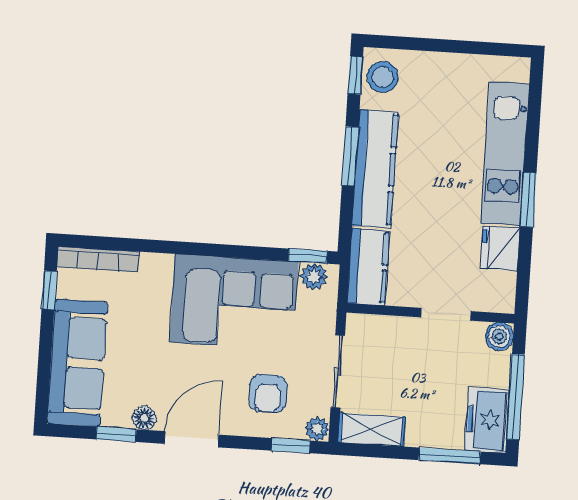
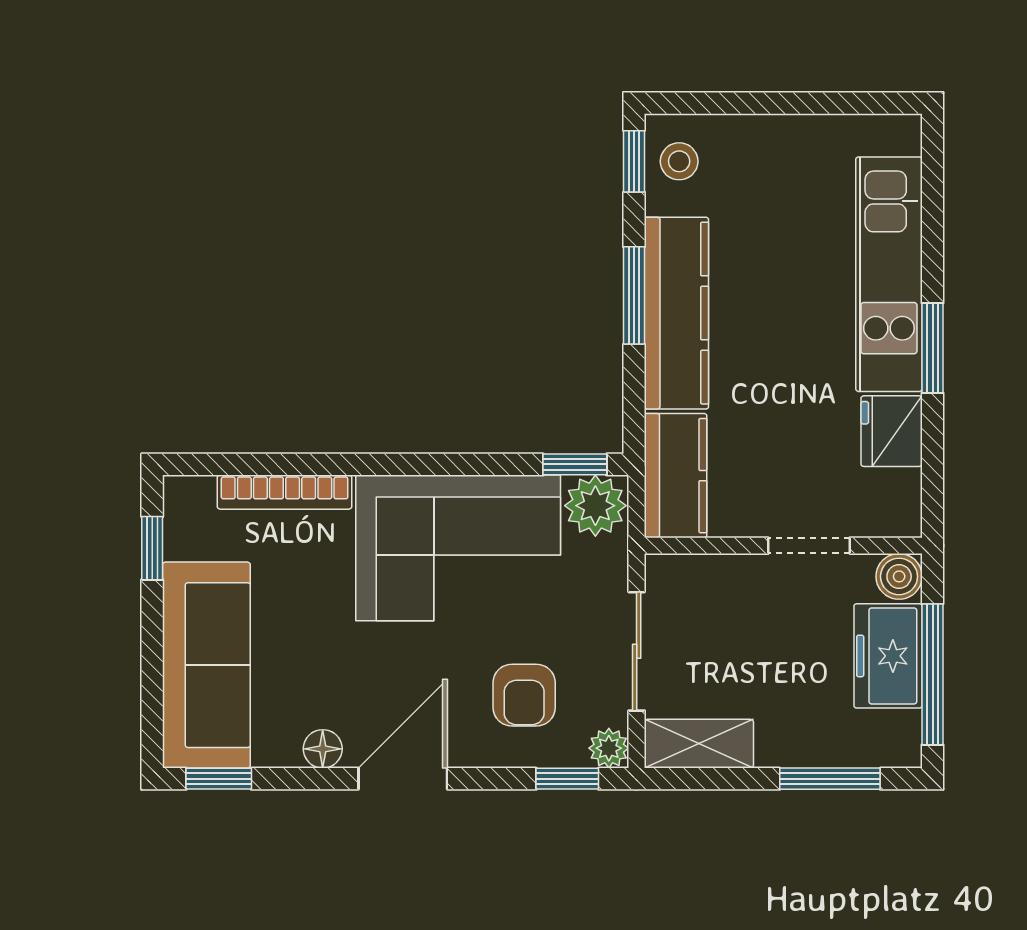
stool: (383, 77) -> (679, 161), width x0.73, depth x0.73
bookcase: (98, 259) -> (285, 492), moved
plant: (314, 276) -> (595, 506), width x1.38, depth x1.38
freezer: (487, 420) -> (888, 656), moved
window: (116, 434) -> (219, 779), moved

